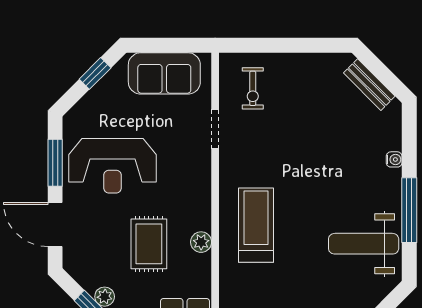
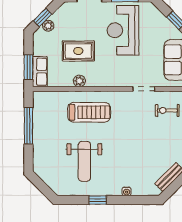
window: (409, 210) -> (98, 200), width x0.46
weight bench: (364, 244) -> (84, 161), moved, turned 180

